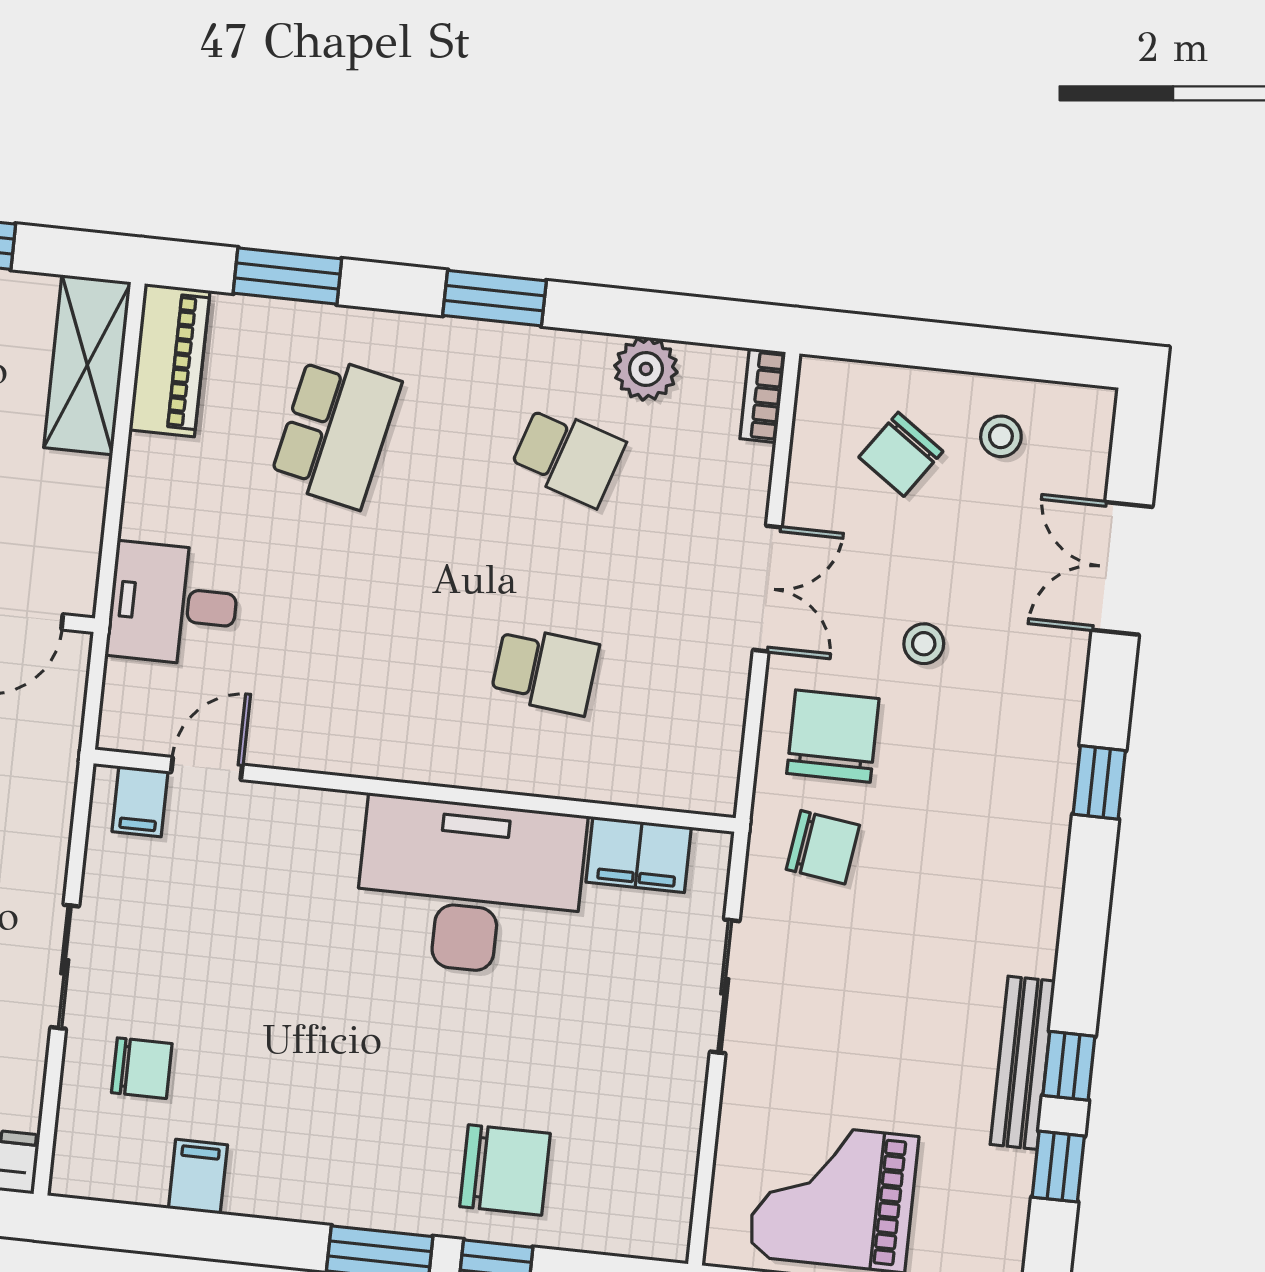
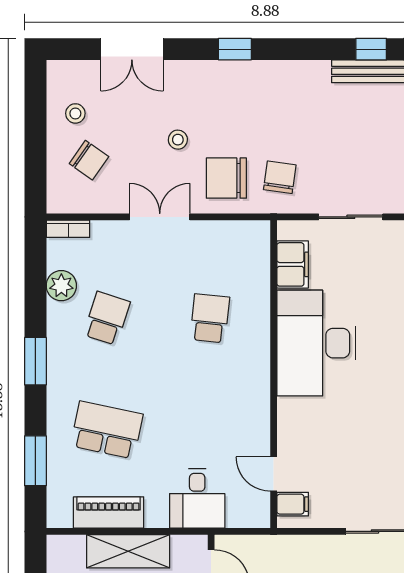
piano: (170, 360) -> (109, 513), moved
shelving: (87, 365) -> (128, 551), moved

